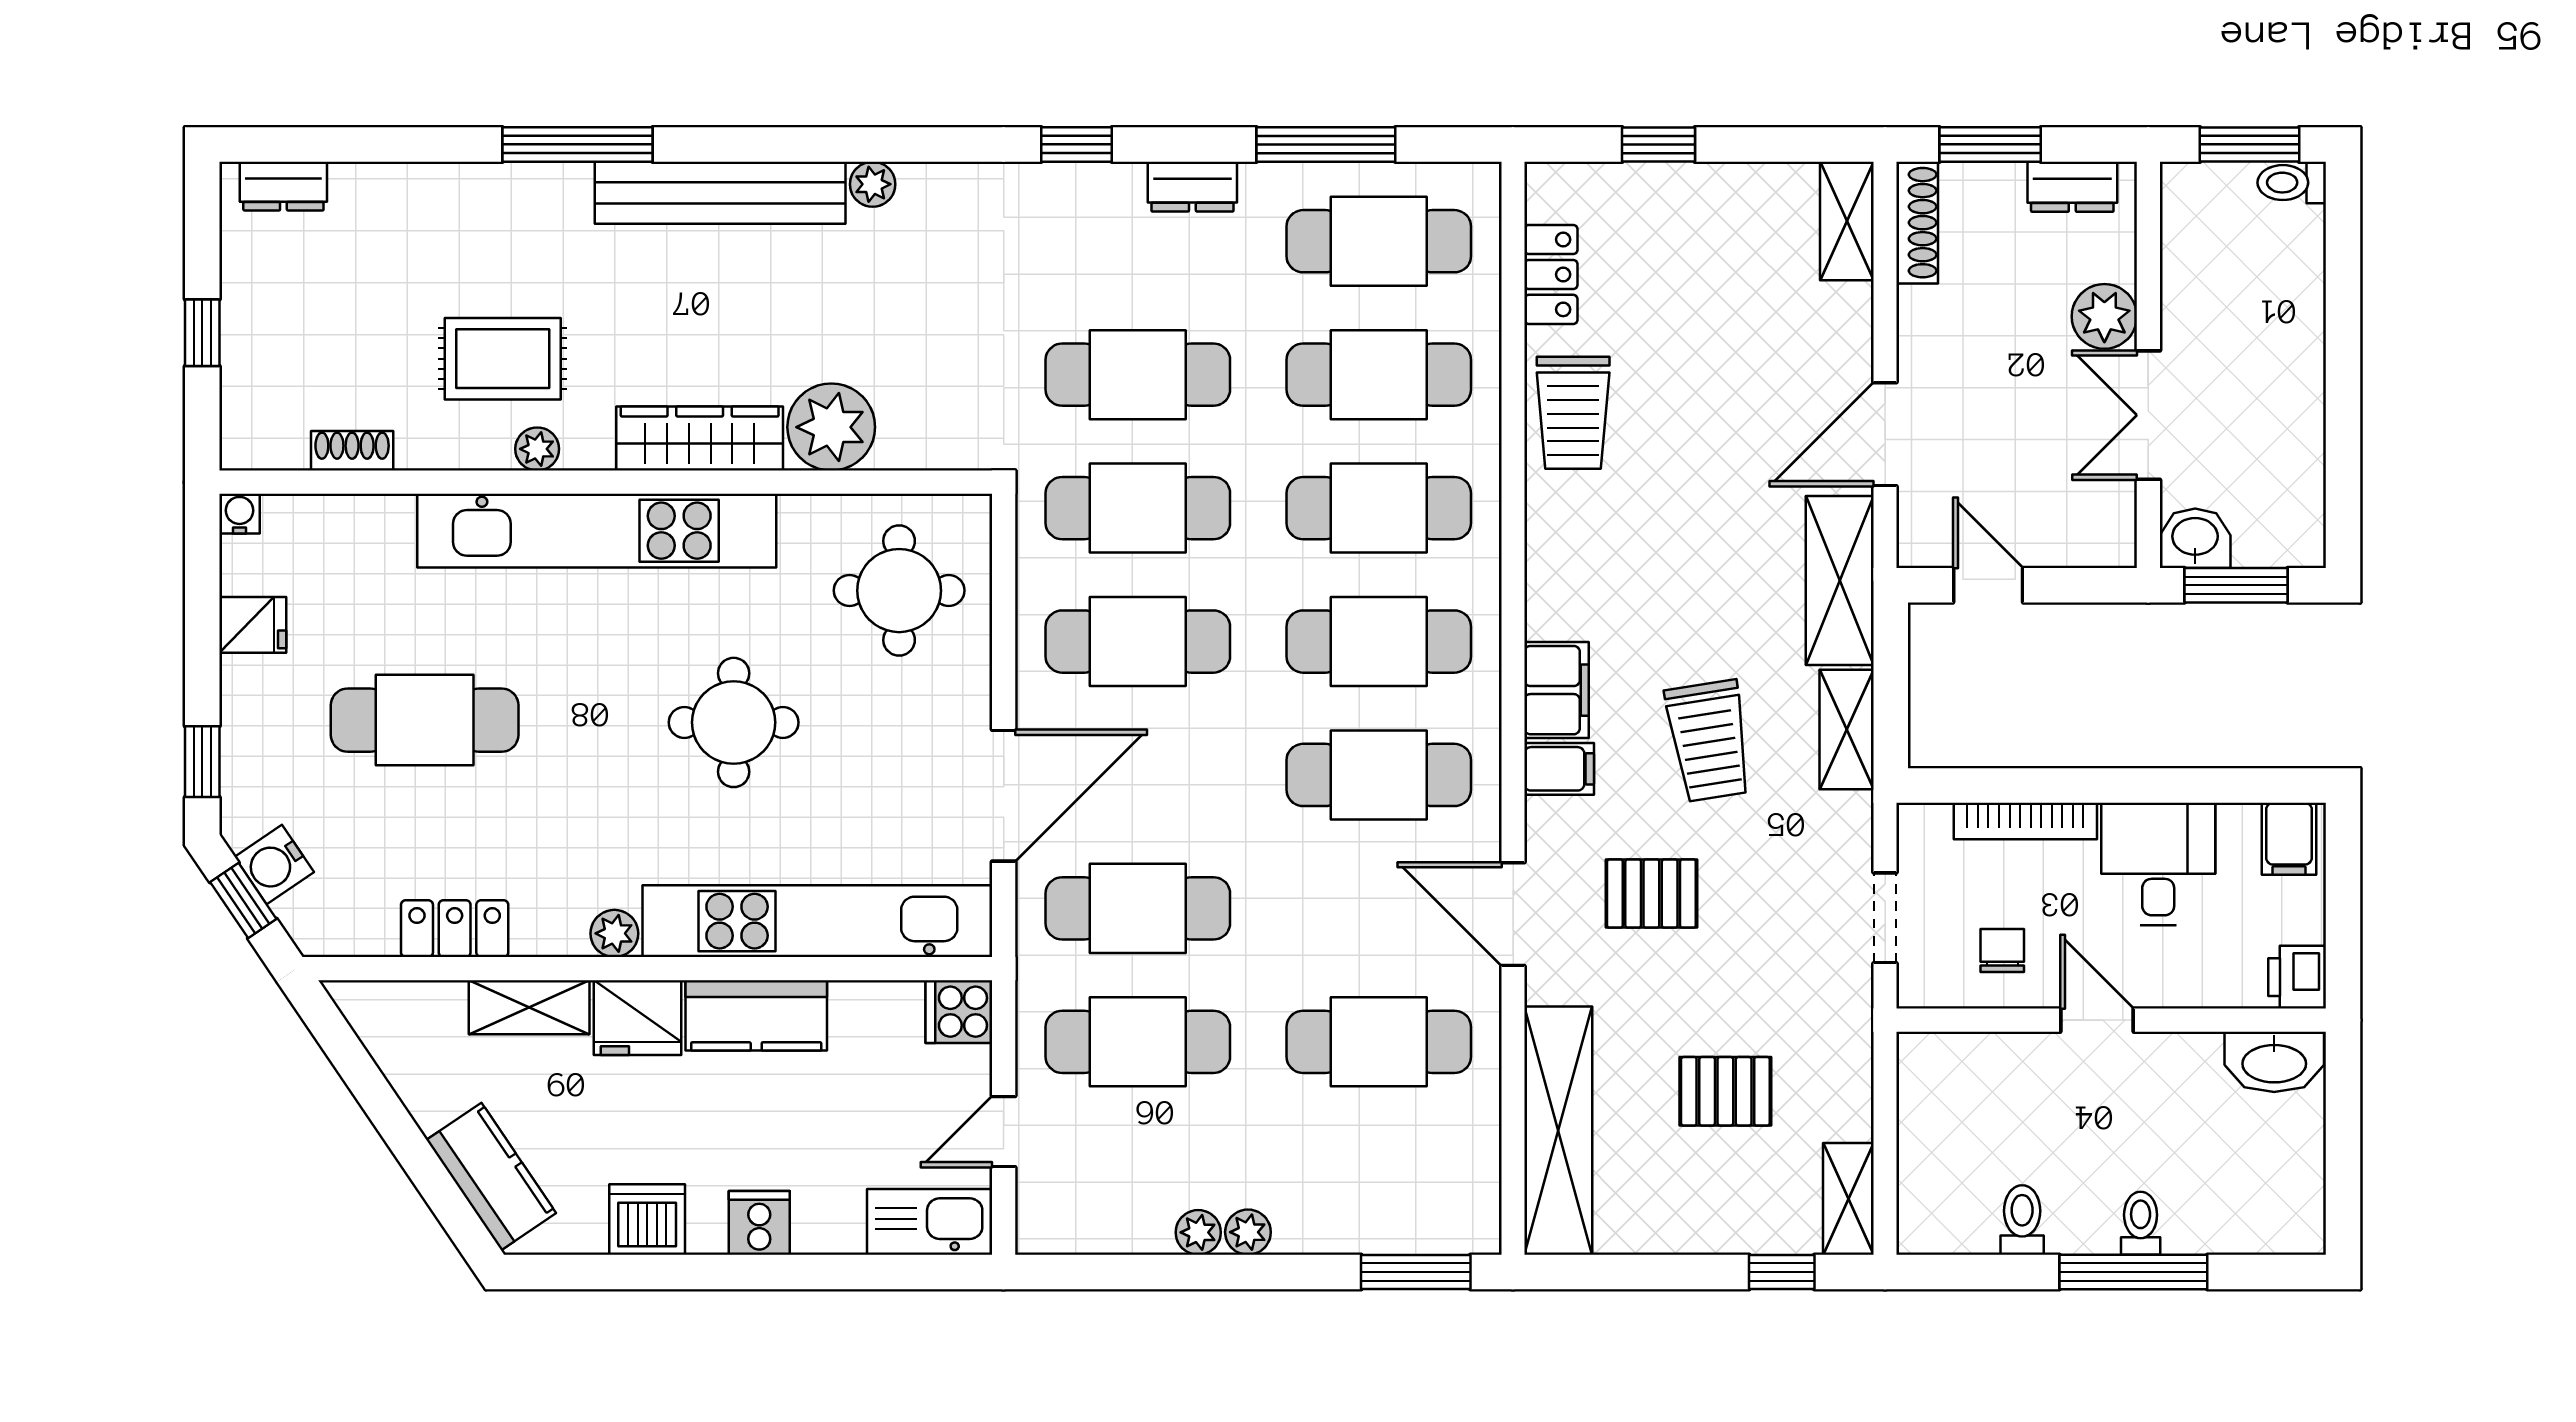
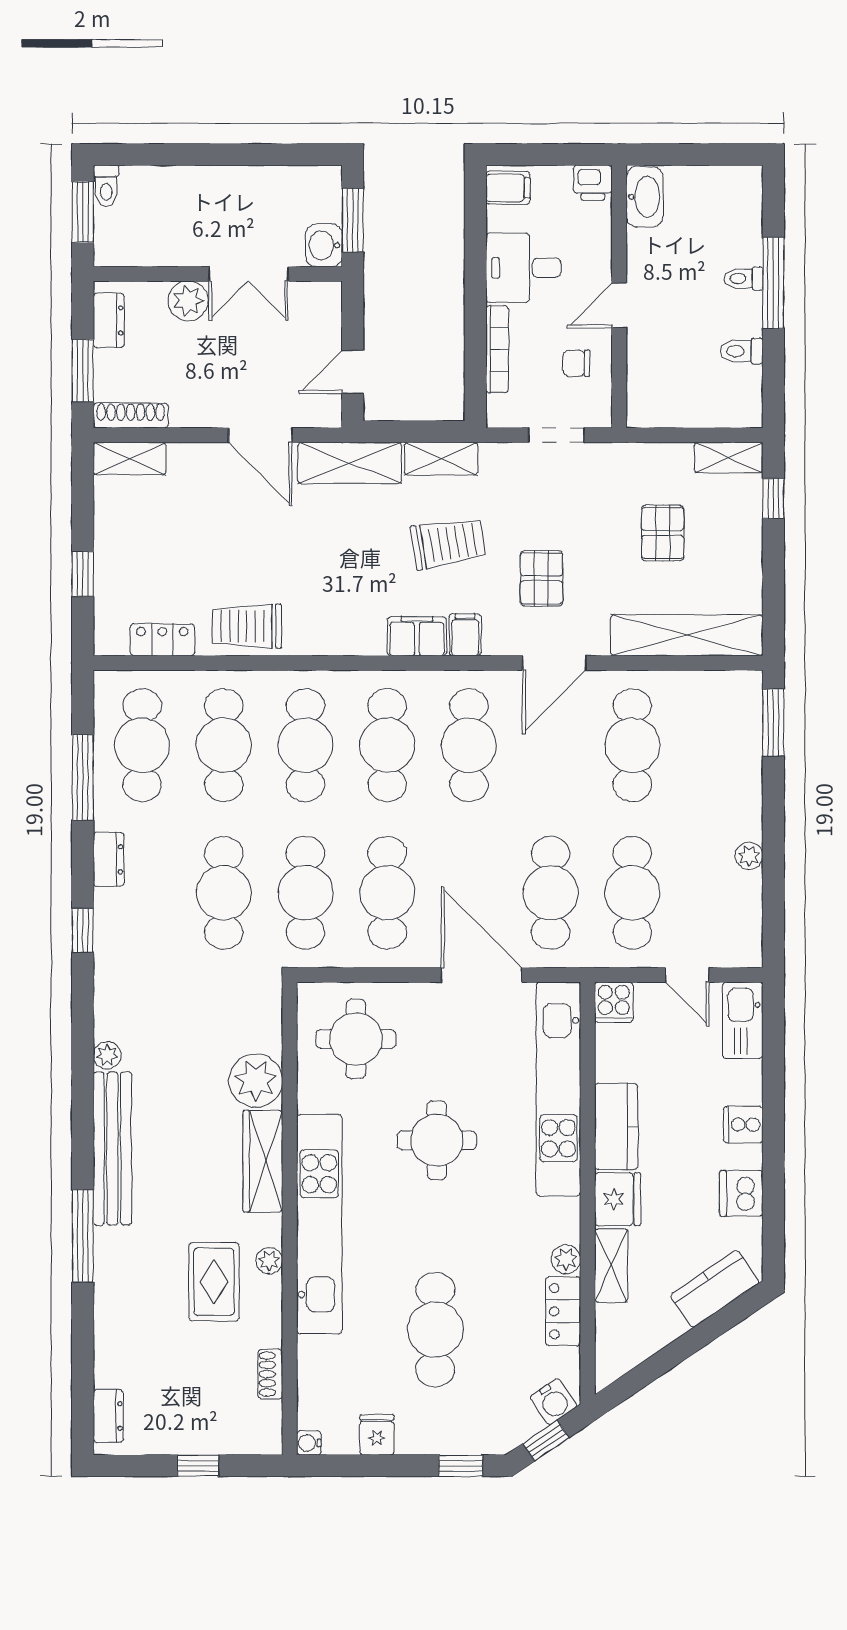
trolley: (1573, 413) -> (247, 626), turned 180
water cooler: (274, 865) -> (553, 1402), moved
plant: (614, 933) -> (566, 1259), moved
plant: (1248, 1232) -> (749, 825), removed

